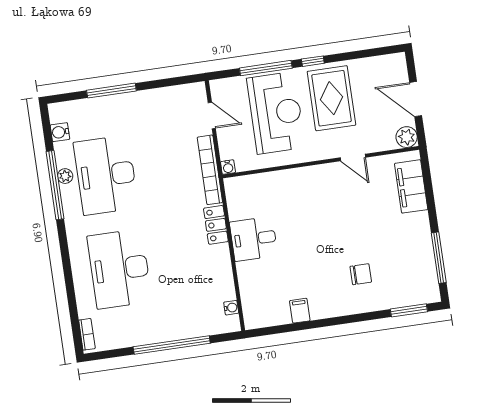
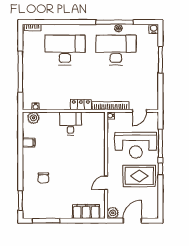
water cooler: (60, 132) -> (154, 29), moved
plant: (253, 309) -> (33, 118), added

